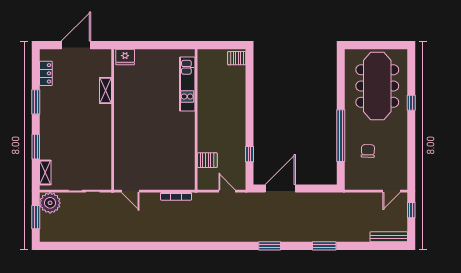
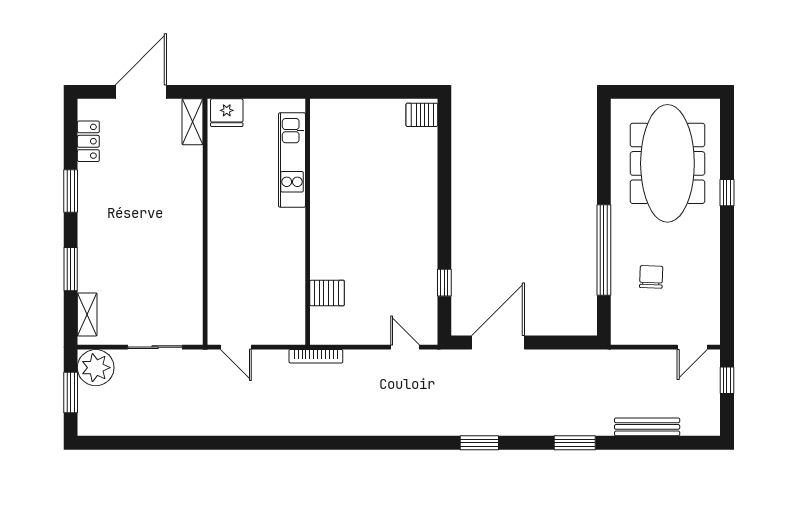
kitchen unit: (187, 84) -> (292, 160), moved
shelving: (105, 91) -> (192, 122), moved
wall: (196, 119) -> (308, 222), moved
server rack: (207, 160) -> (327, 293), moved
bench: (389, 237) -> (647, 427), moved

